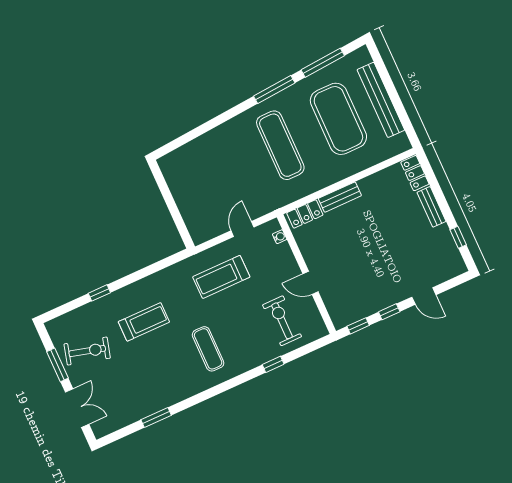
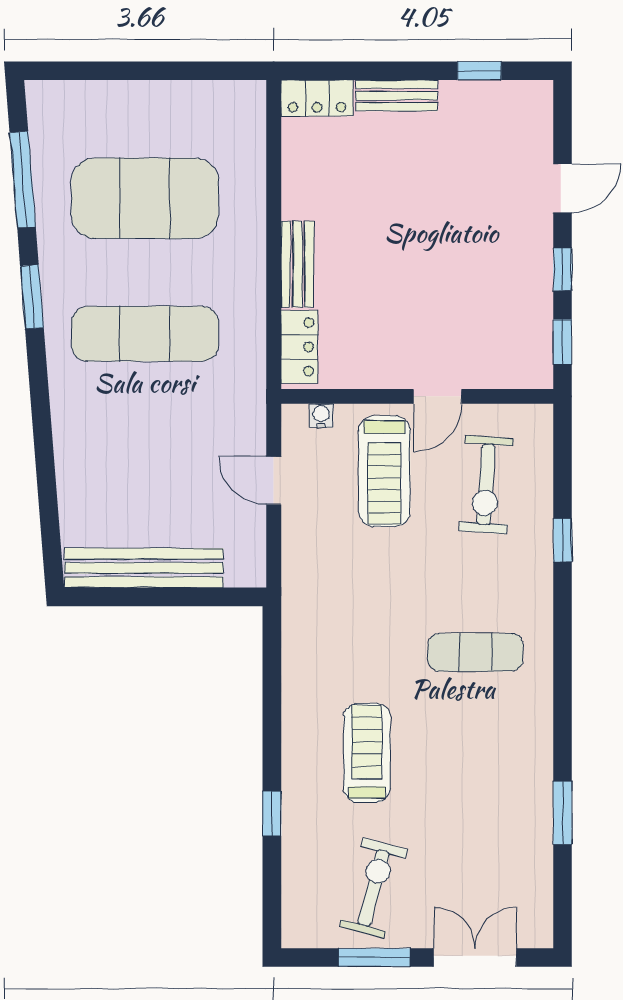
window: (274, 90) -> (32, 297), width x0.69
bench: (381, 100) -> (144, 568), moved
treadmill: (221, 277) -> (384, 471), moved
exercise bike: (282, 321) -> (486, 485), turned -86

